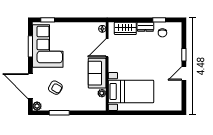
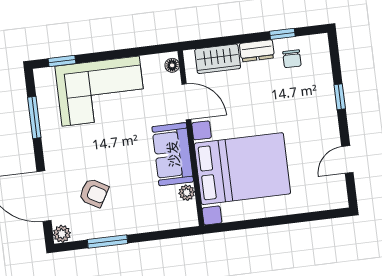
corner sofa: (48, 46) -> (101, 91), moved, turned 90
door: (107, 48) -> (186, 102), swing flipped
door: (184, 73) -> (347, 160), moved
bed with nightstands: (131, 91) -> (242, 169), width x1.36

